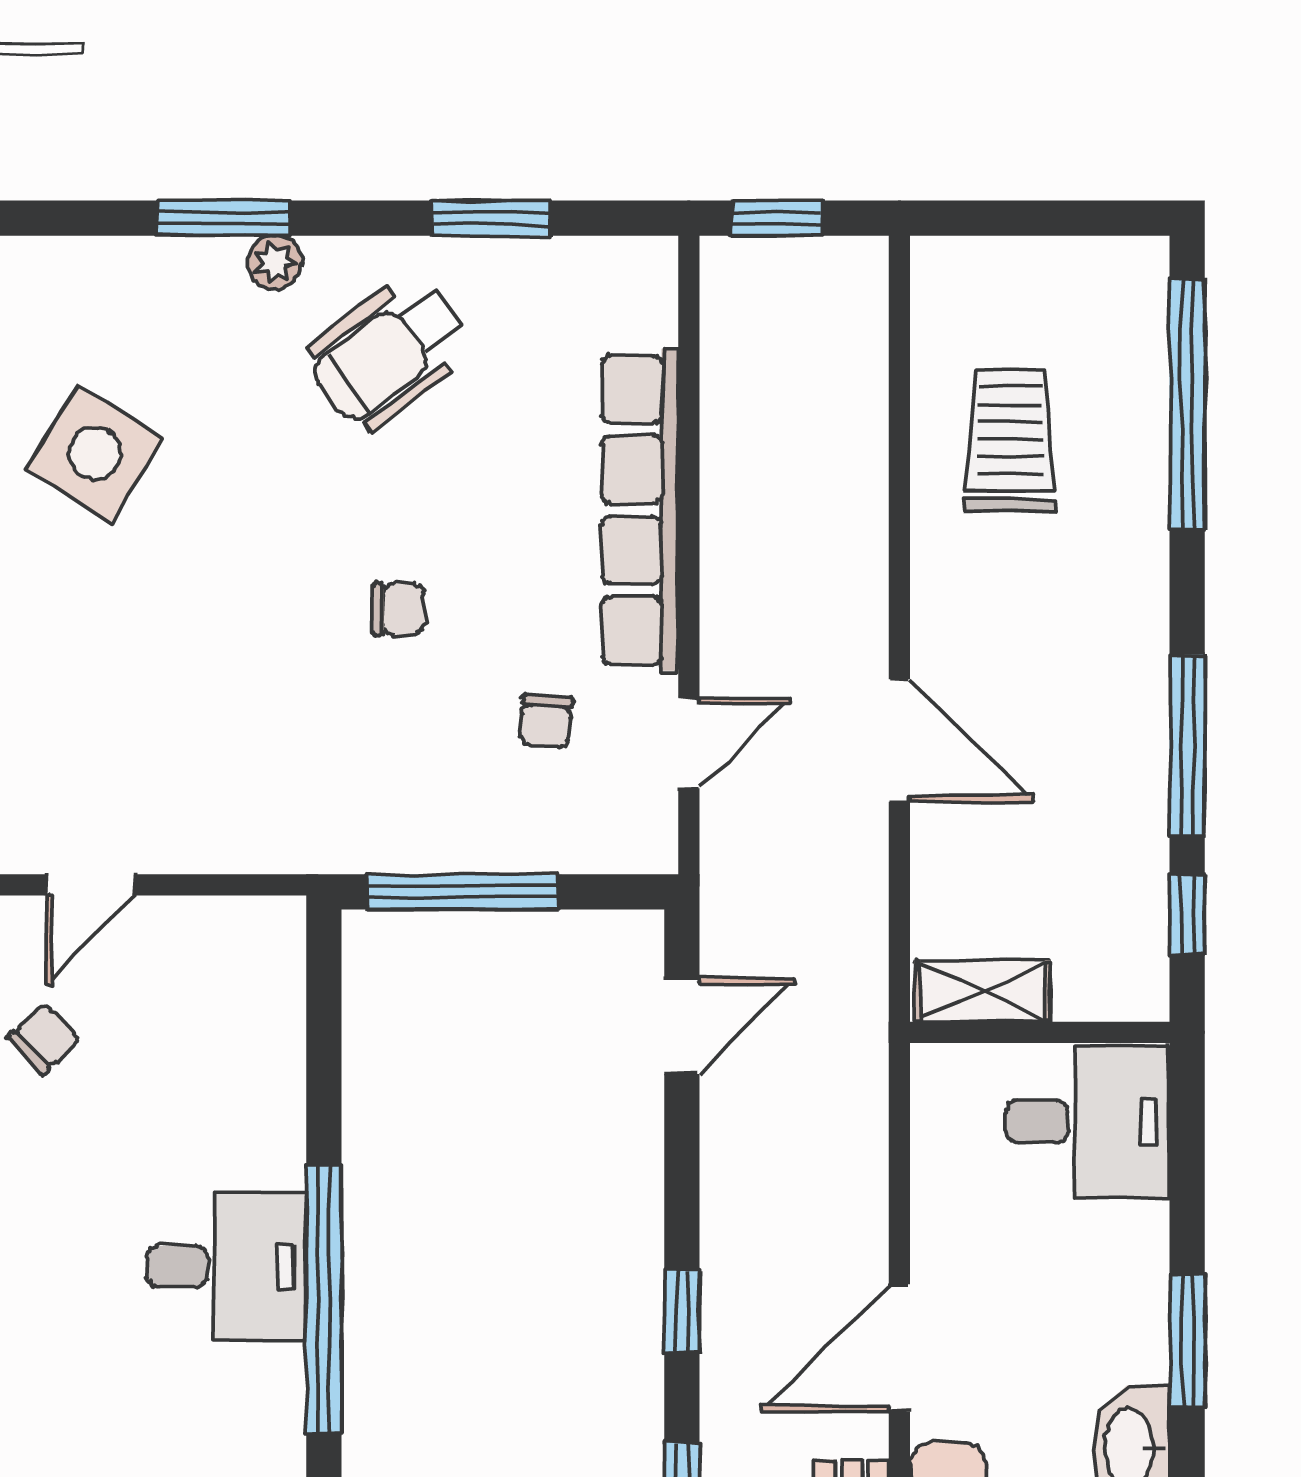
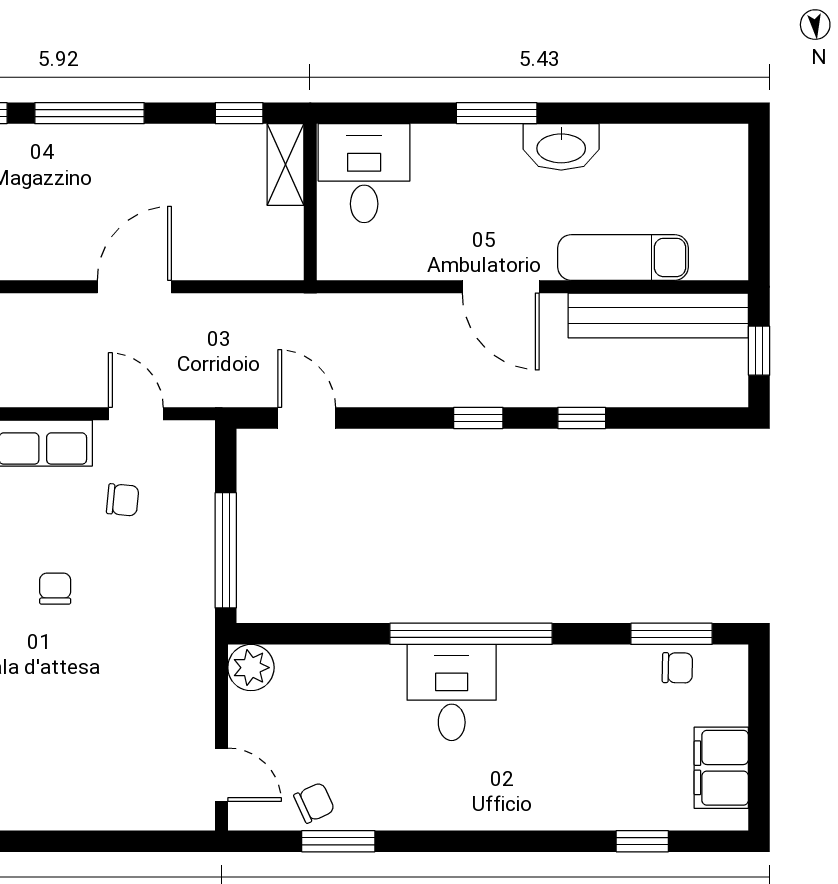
window: (1187, 746) -> (89, 113), moved
plant: (268, 934) -> (251, 668), added
shelving: (982, 991) -> (286, 165), moved
chair: (44, 1039) -> (314, 803), turned 108

